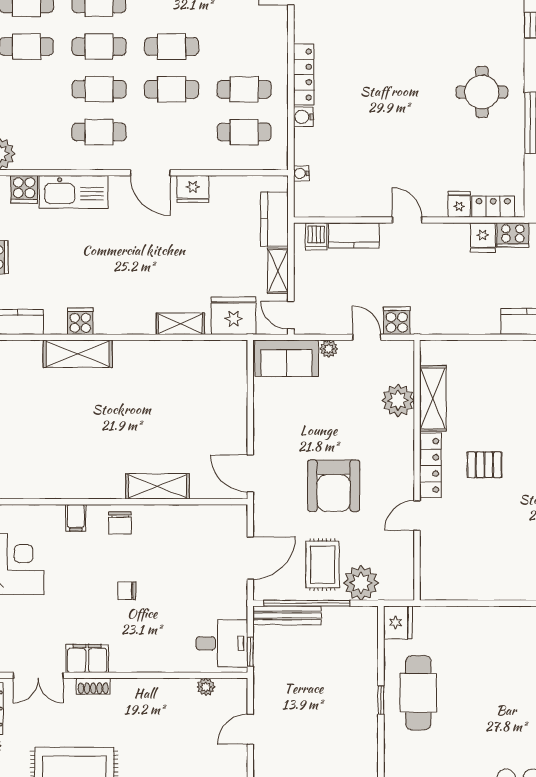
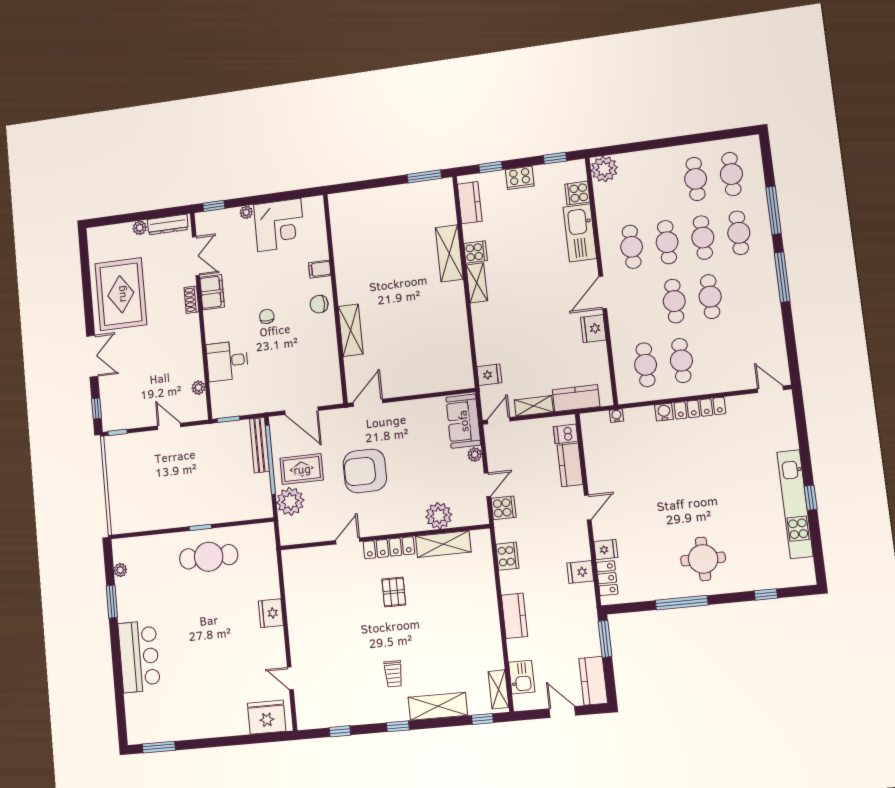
cooker: (513, 235) -> (507, 556), moved, turned 180
fridge: (234, 316) -> (489, 375), width x0.53, depth x0.75
shelving: (180, 324) -> (477, 283), moved
door: (417, 515) -> (348, 541), hinge flipped
fridge: (398, 622) -> (271, 613), moved, turned 90
desk: (222, 643) -> (227, 361), moved, turned 90
double door: (38, 675) -> (196, 256), swing flipped

